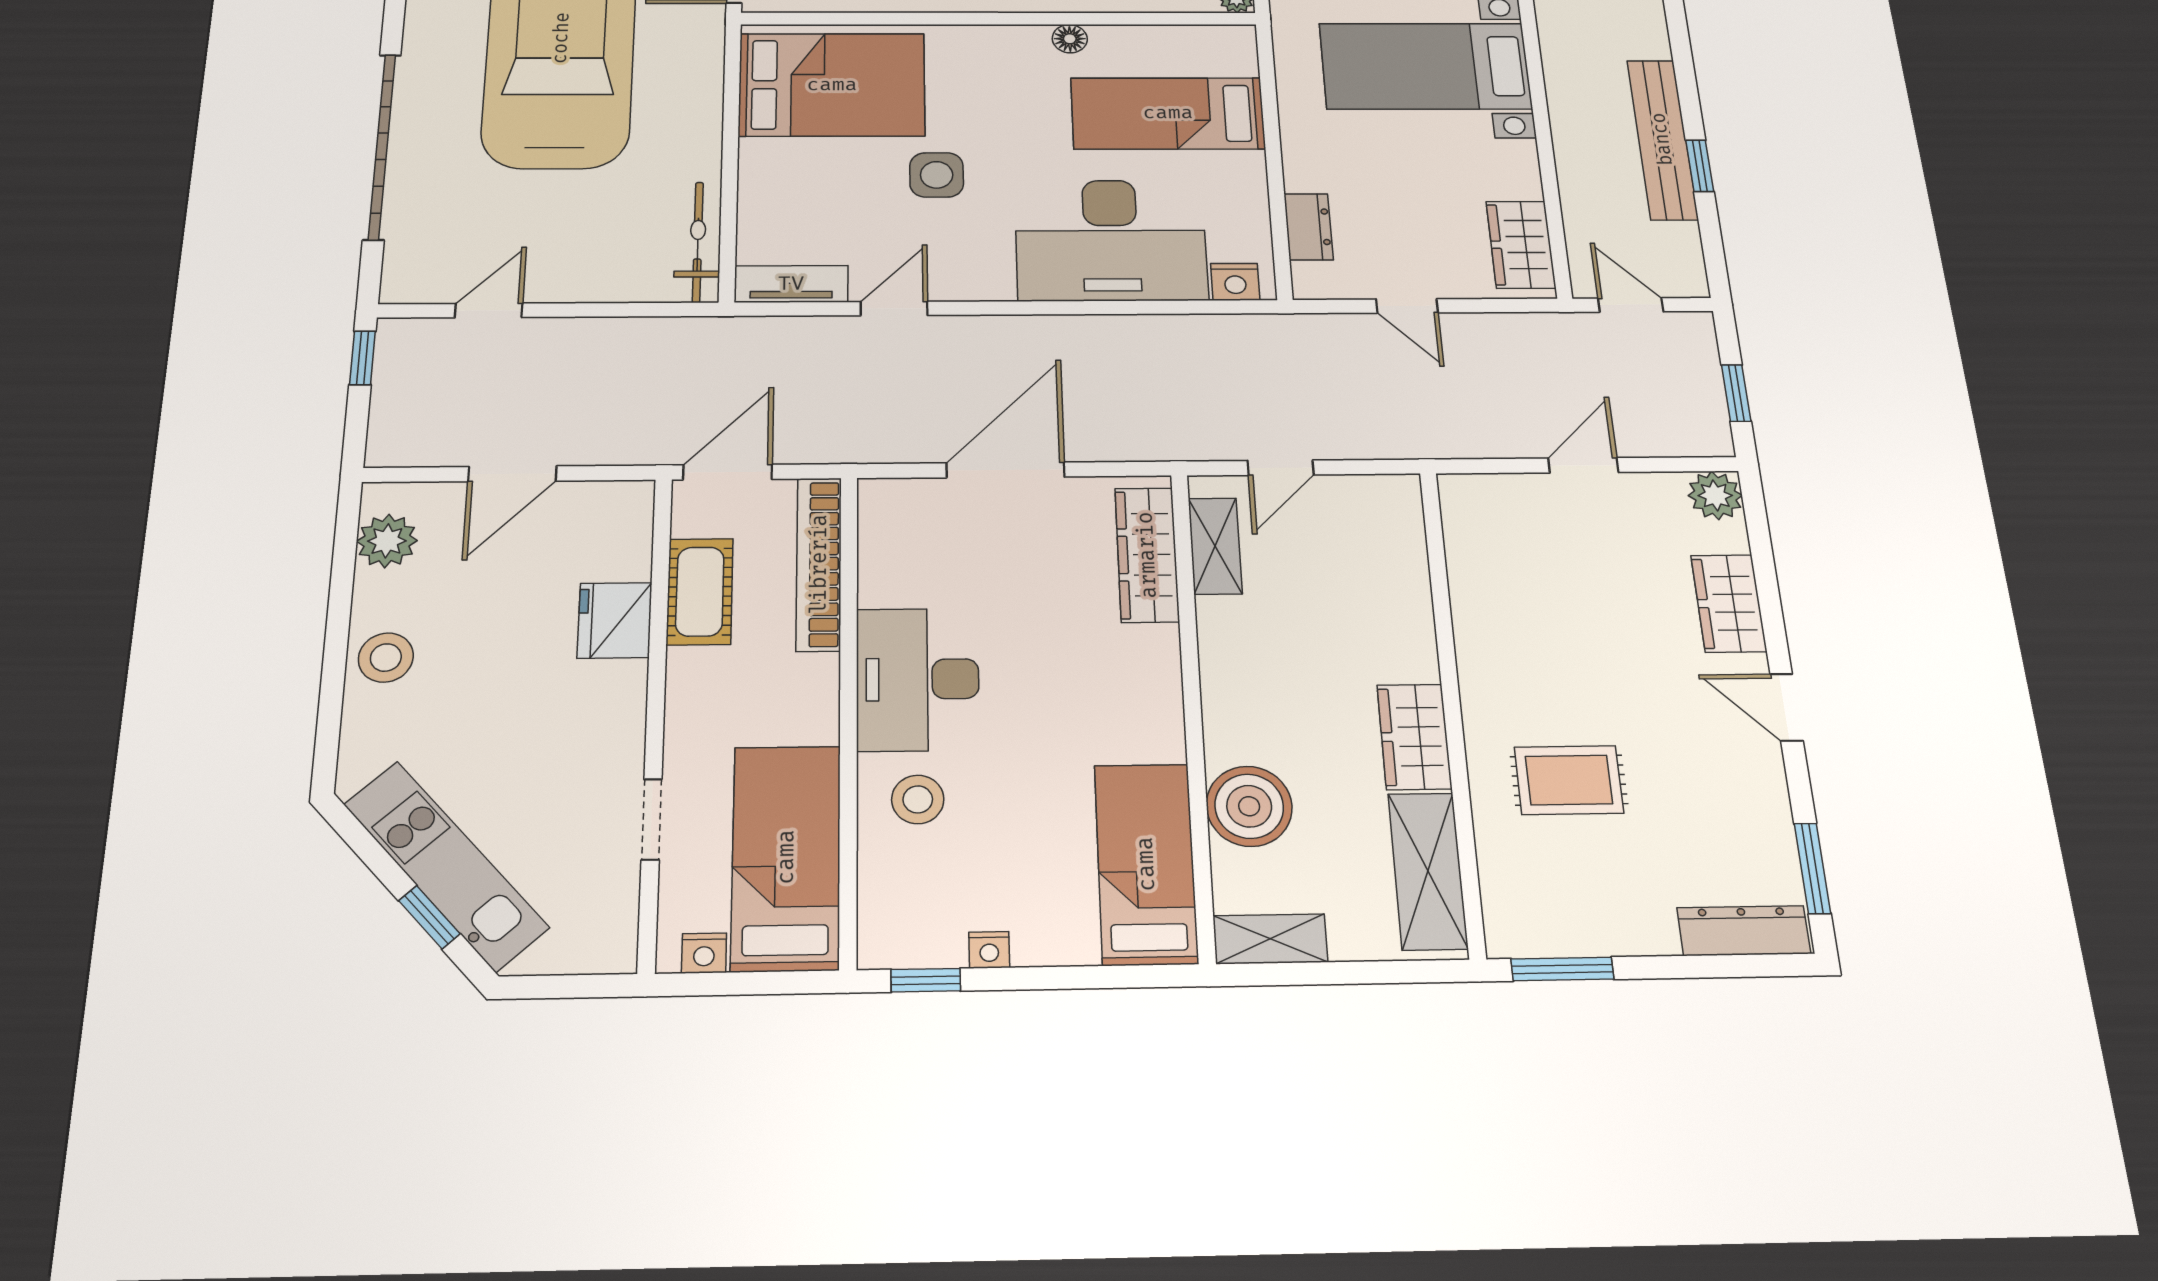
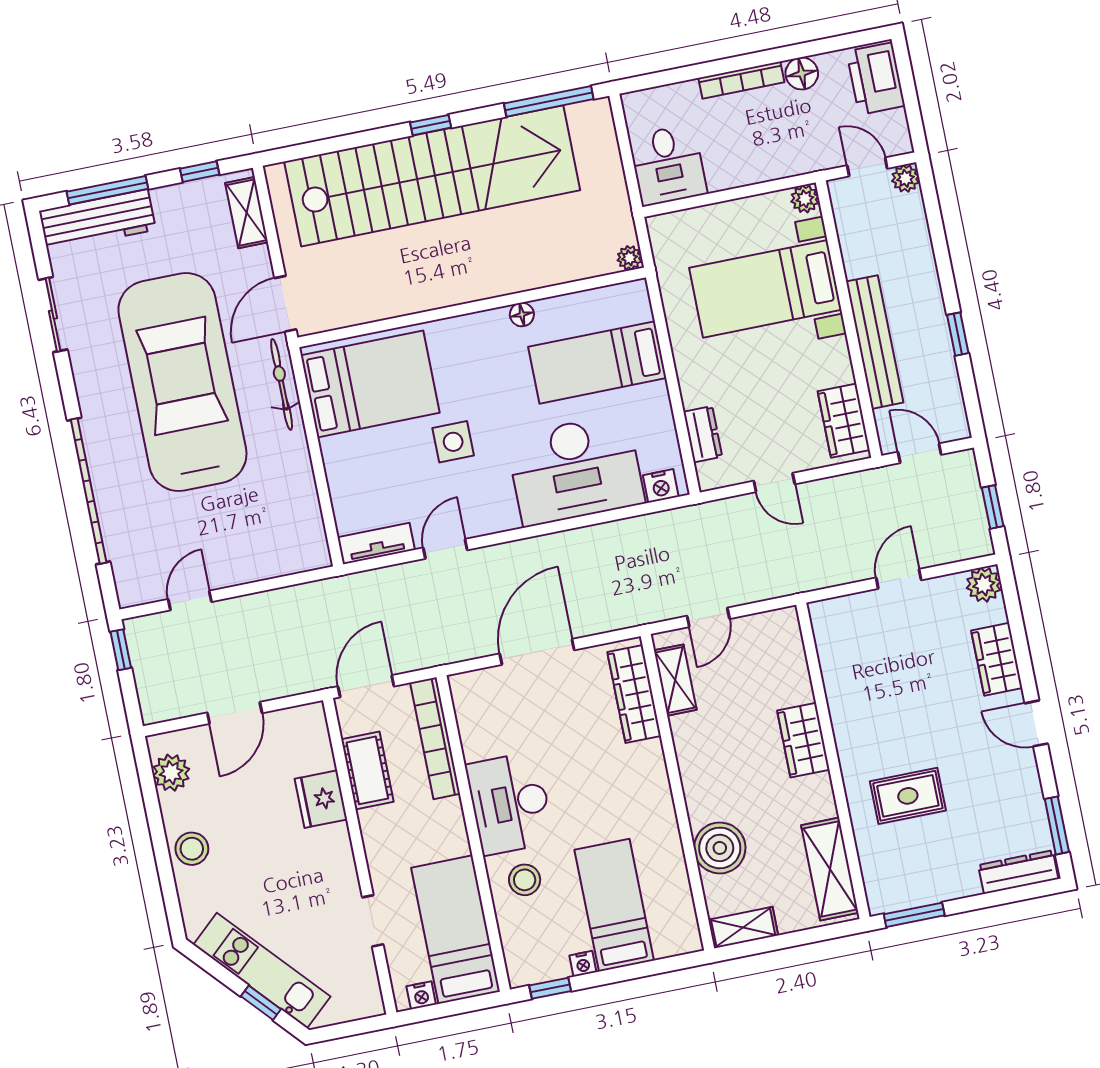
bench: (1662, 139) -> (875, 342), moved
bicycle: (698, 242) -> (282, 384), moved
wardrobe: (1414, 737) -> (803, 740), moved
bed: (1146, 864) -> (614, 905), moved

